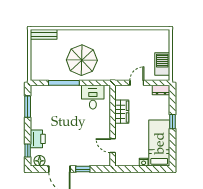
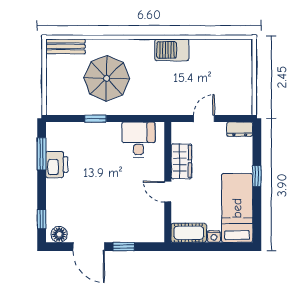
parasol: (82, 60) -> (107, 78), moved
barbecue: (162, 64) -> (172, 50), moved, turned -90
window: (64, 83) -> (96, 119), width x0.46
printer: (38, 139) -> (57, 165), moved
door: (113, 146) -> (168, 192), moved
cot: (127, 160) -> (189, 233), added

